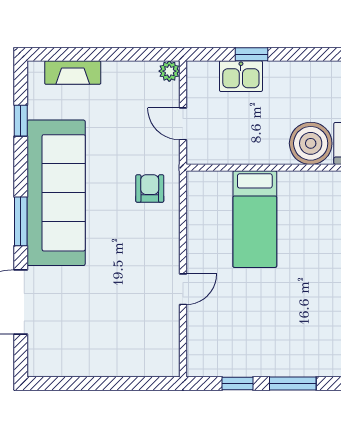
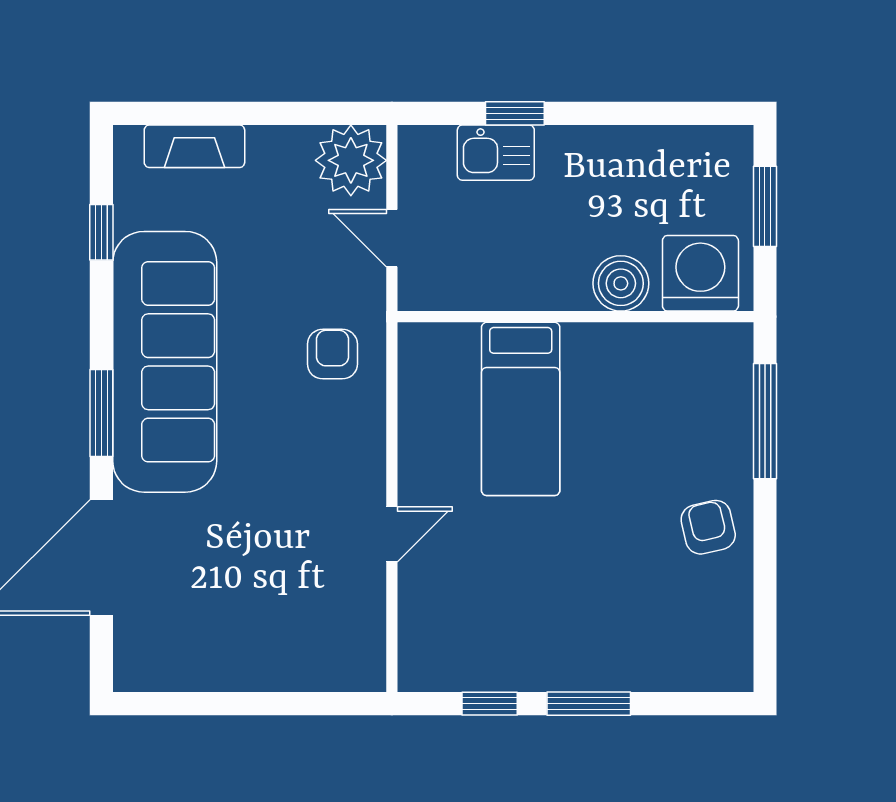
plant: (169, 71) -> (351, 160), width x1.88, depth x1.88
boiler: (311, 143) -> (621, 283), width x0.73, depth x0.73

